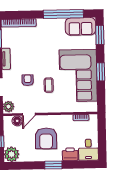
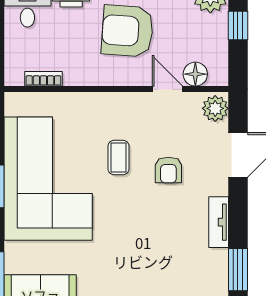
door: (29, 114) -> (167, 89), hinge flipped
armchair: (46, 138) -> (127, 31), turned -87

